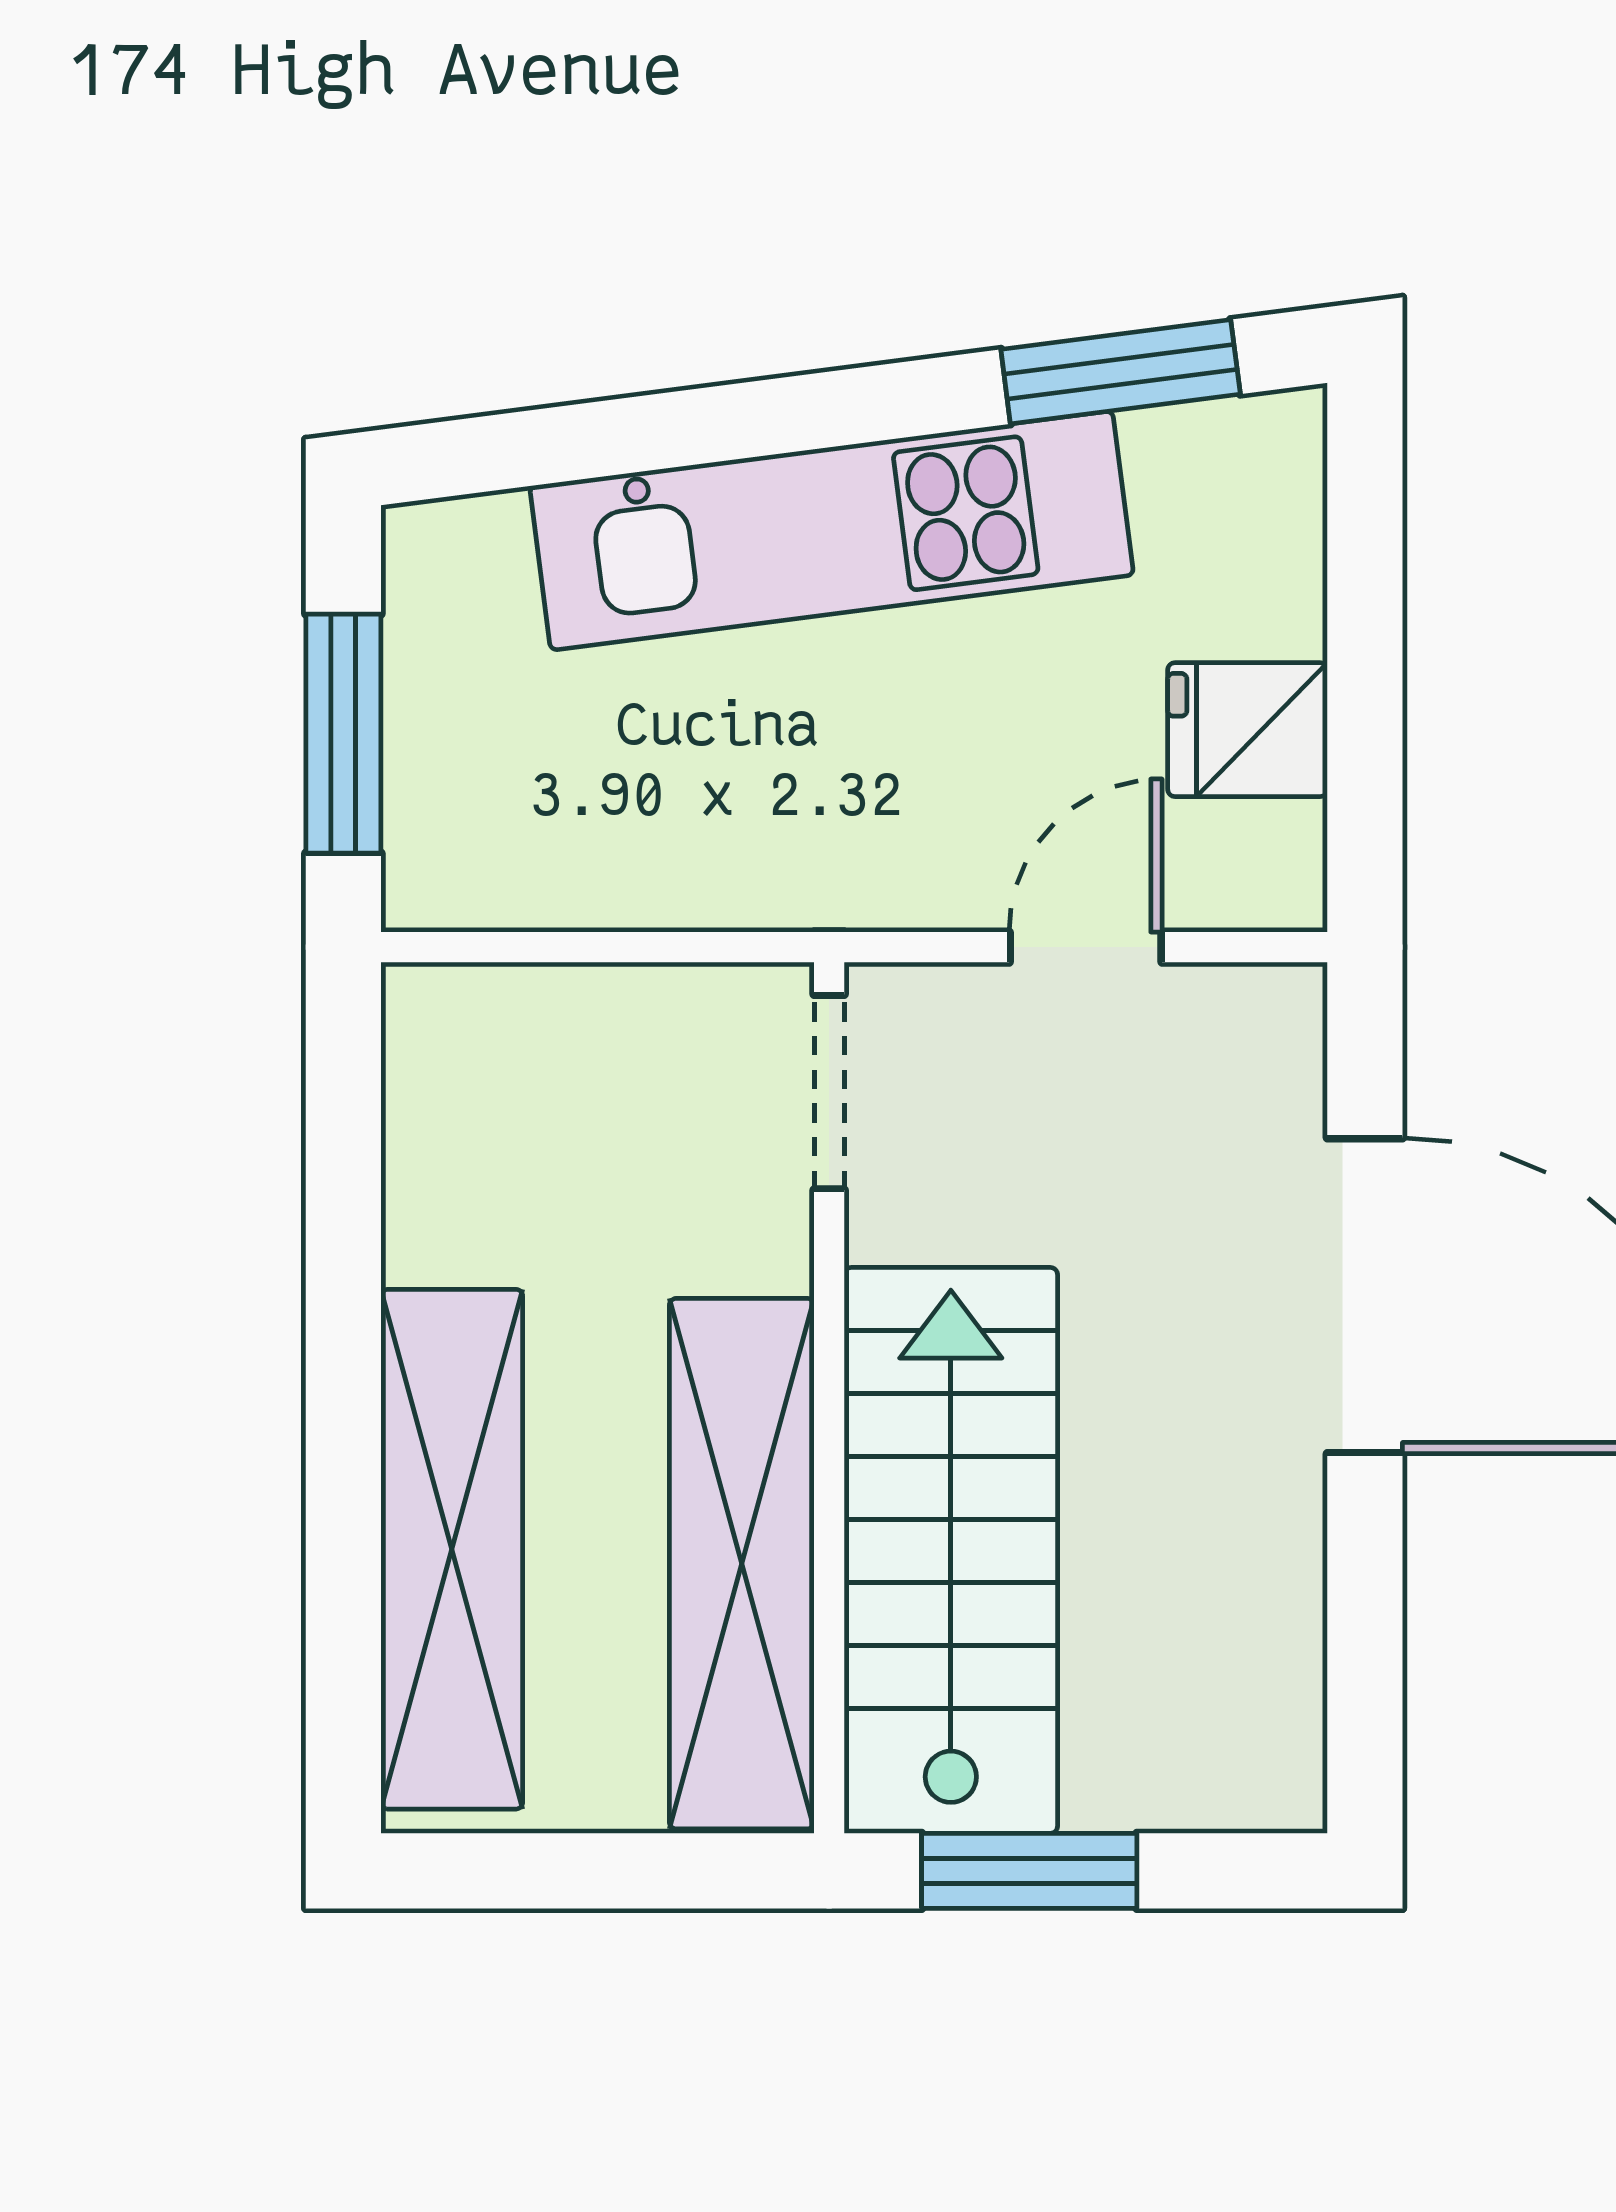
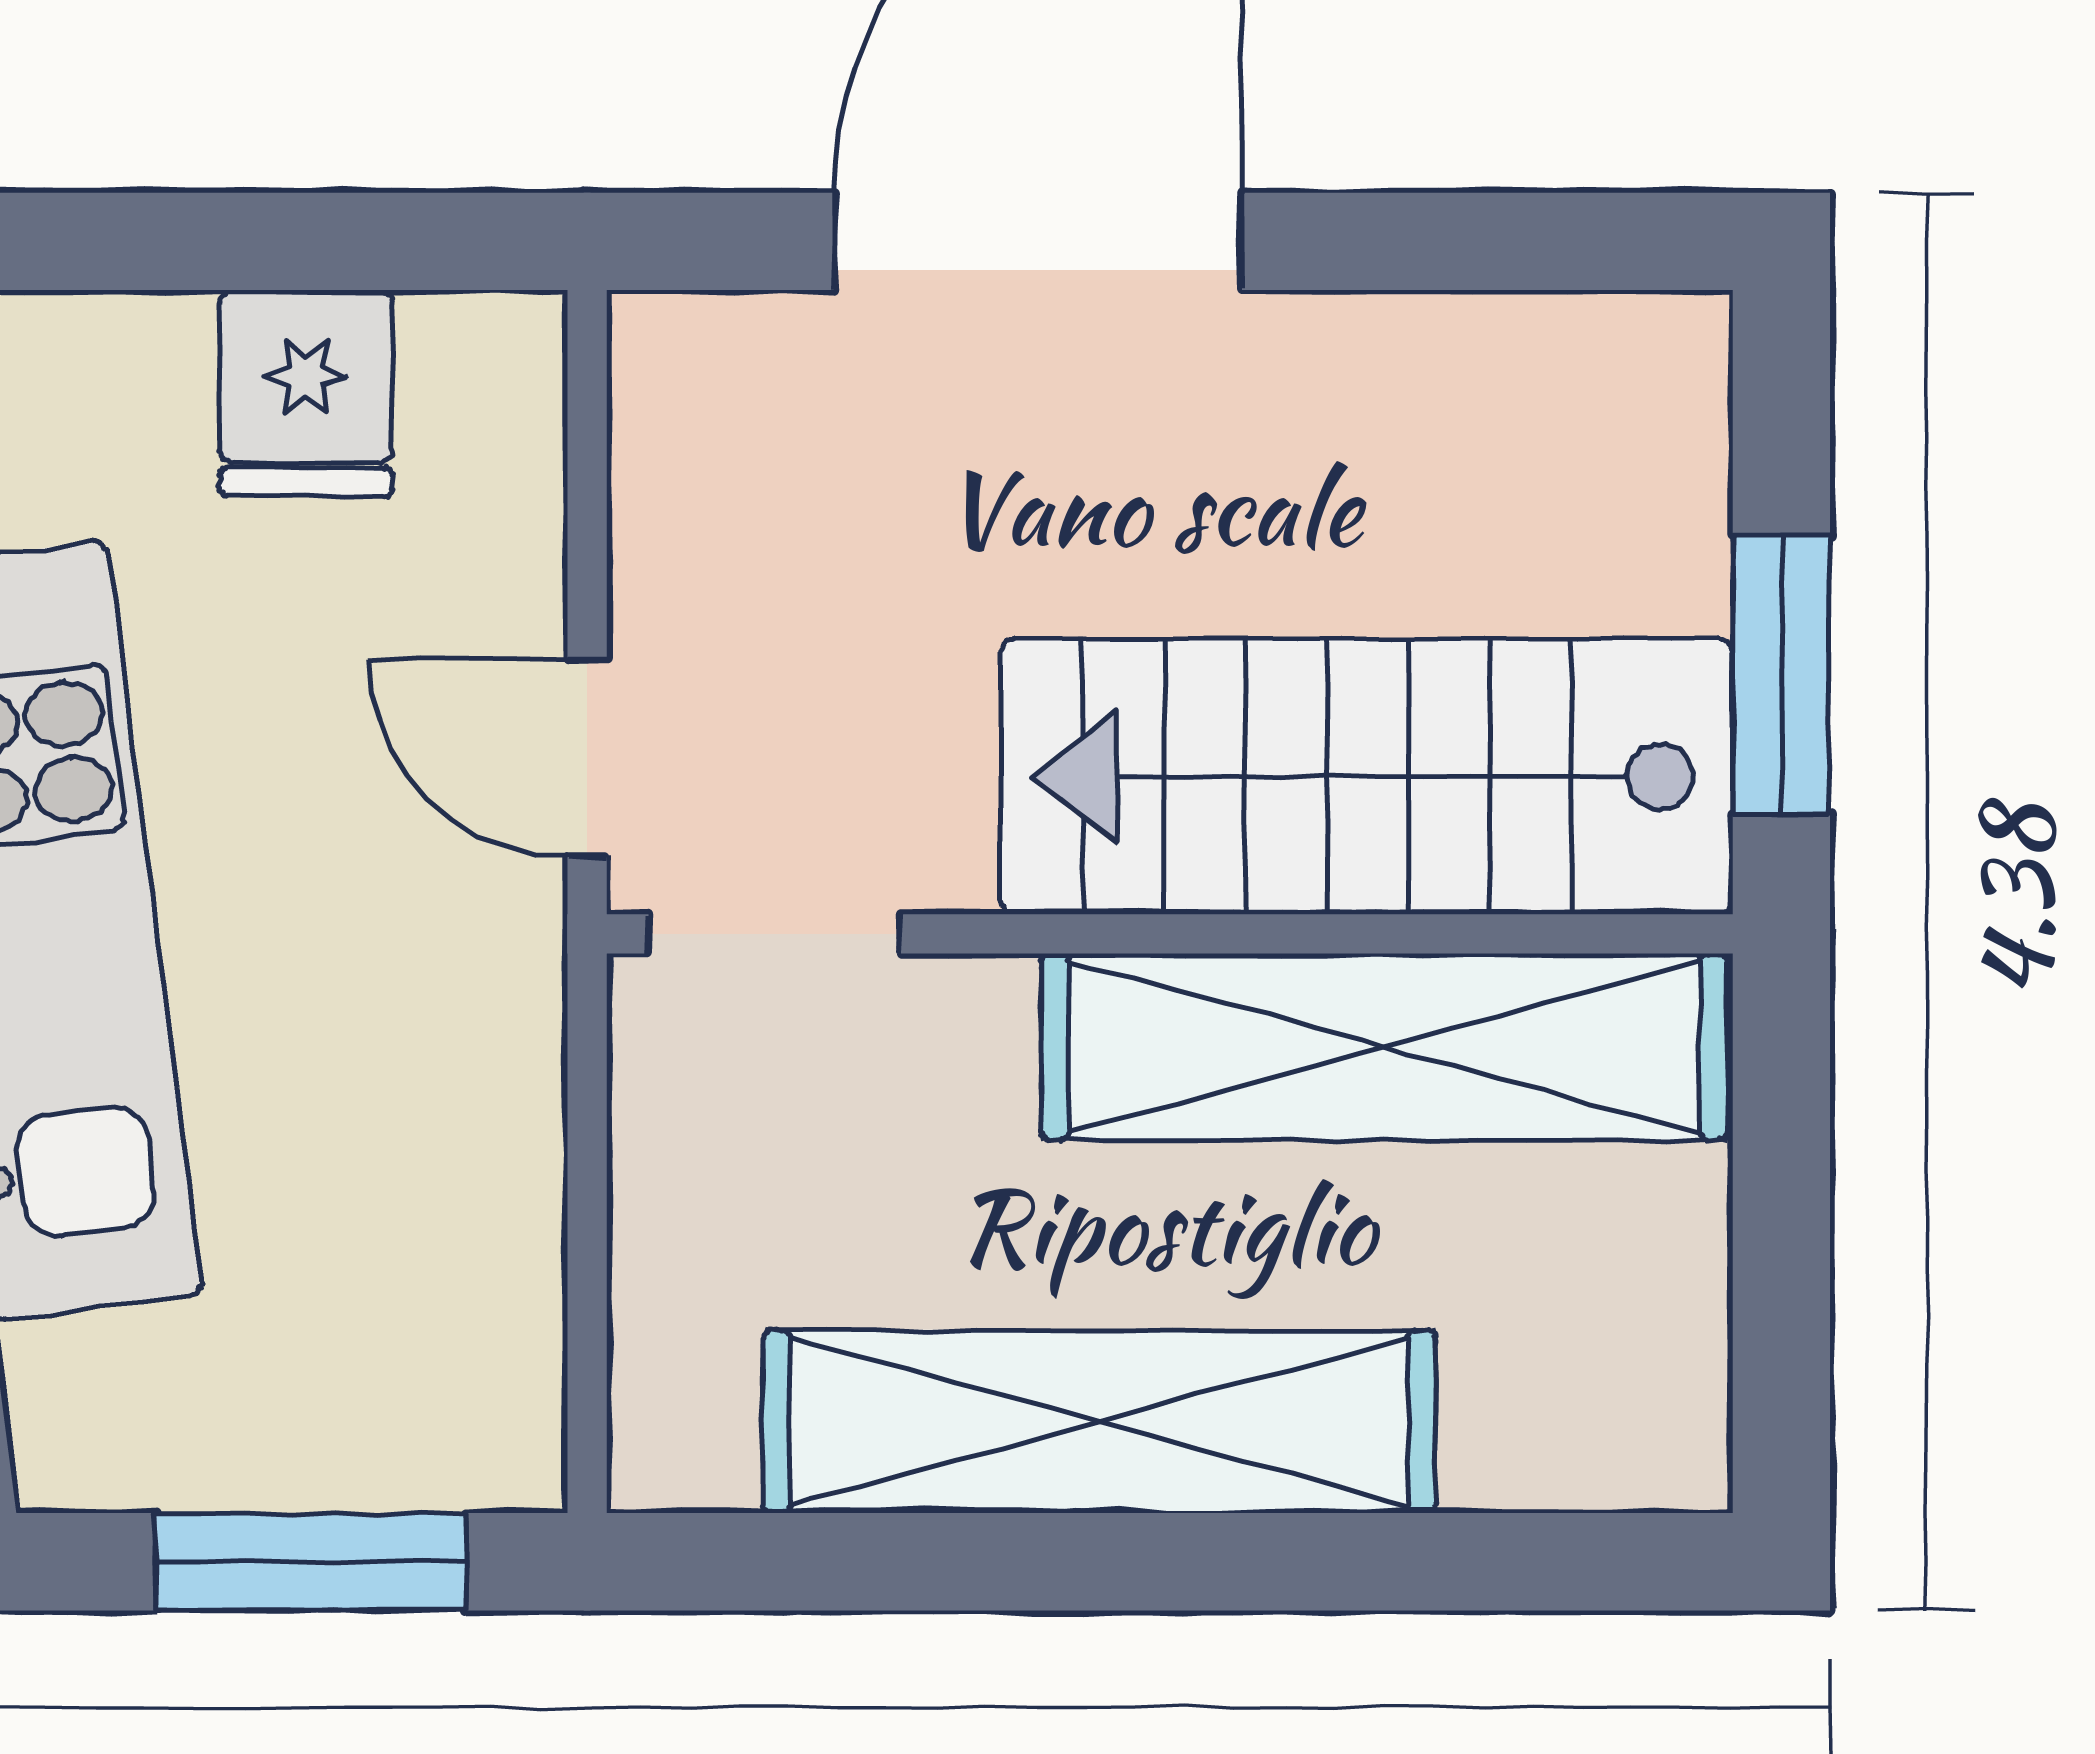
door: (1086, 947) -> (587, 758), moved
shelving: (452, 1549) -> (1099, 1422), moved

